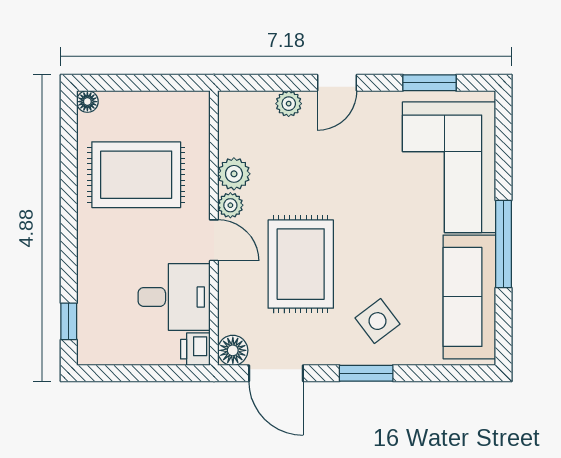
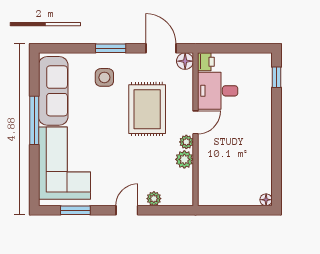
rug: (136, 175) -> (239, 159), removed
door: (214, 240) -> (195, 122), swing flipped
side table: (377, 321) -> (104, 77), turned 37

